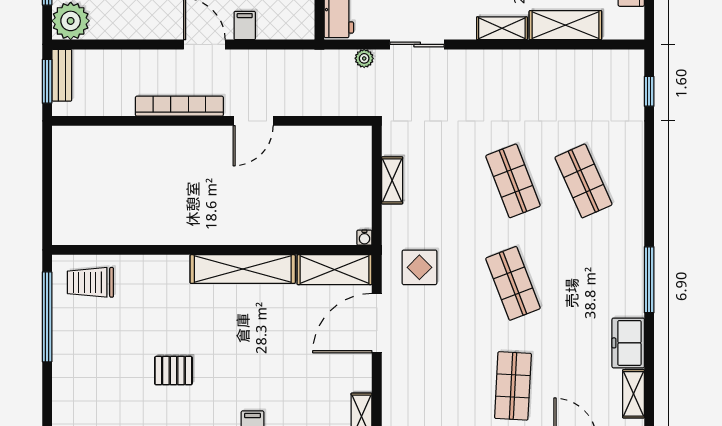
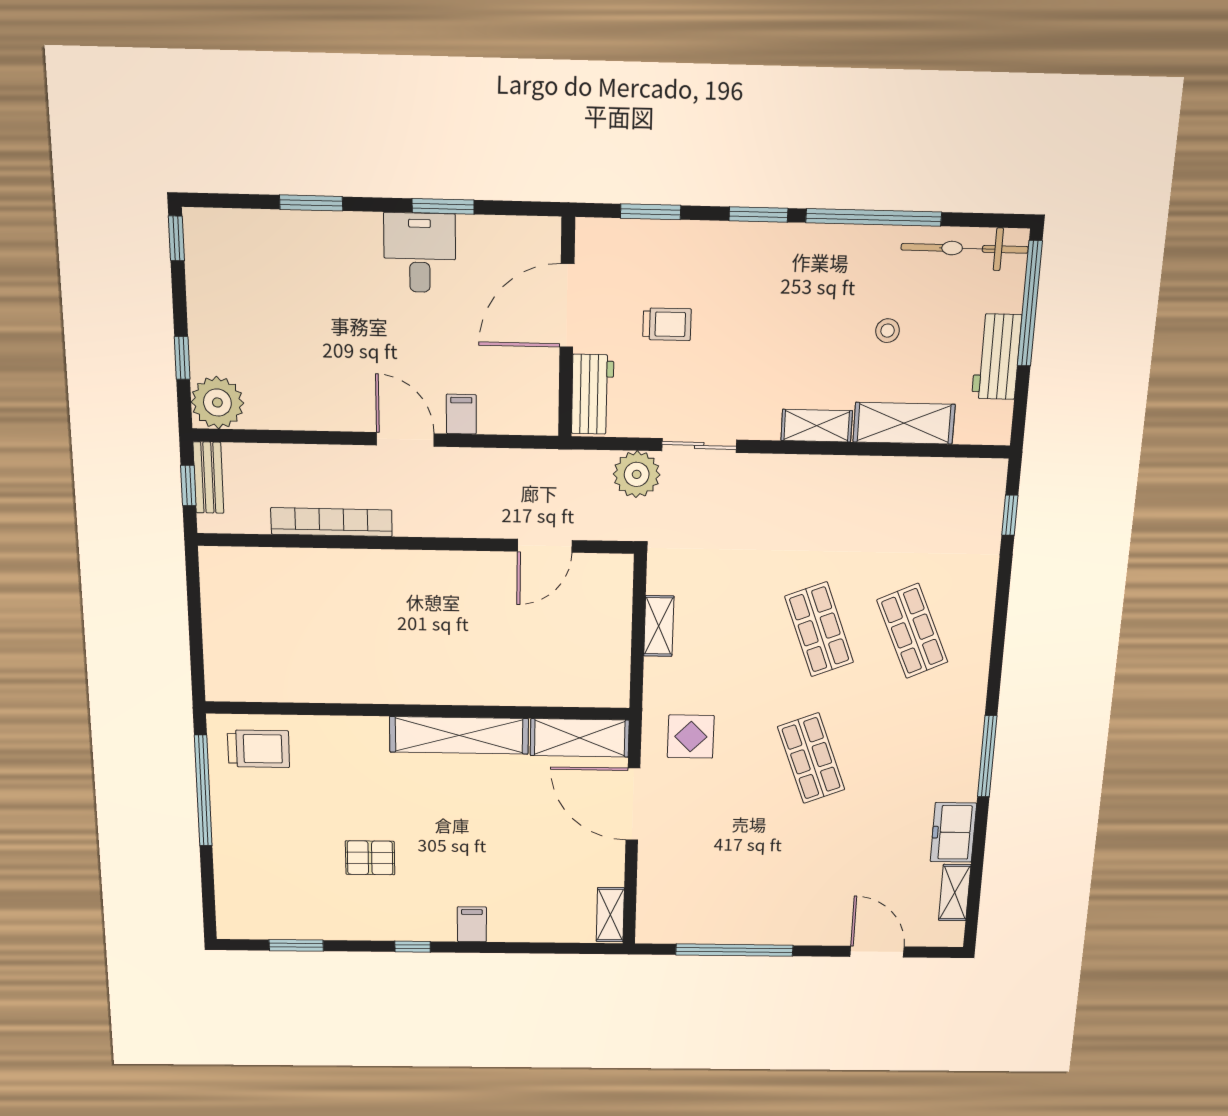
plant: (364, 58) -> (637, 474), width x1.87, depth x1.87
window: (47, 81) -> (188, 485), width x0.67
bookcase: (179, 106) -> (332, 522), moved
door: (253, 121) -> (545, 546), moved
water cooler: (364, 238) -> (620, 698), removed
trolley: (90, 282) -> (259, 749), turned 180
door: (377, 323) -> (633, 804), hinge flipped
shop shelf: (513, 386) -> (804, 881), removed

